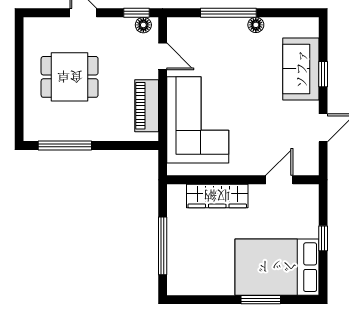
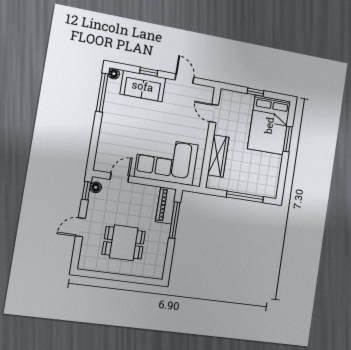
window: (228, 13) -> (102, 93), moved
floor lamp: (256, 25) -> (114, 74), moved
dining table: (70, 77) -> (124, 243), turned 90
piano: (147, 106) -> (166, 205), moved, turned 90
window: (65, 145) -> (175, 220), moved

